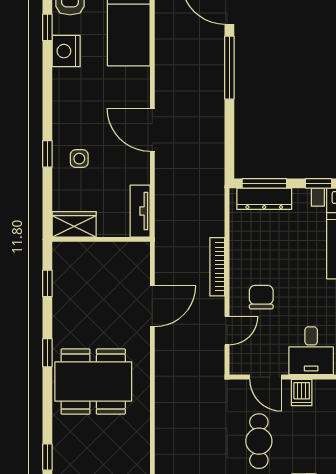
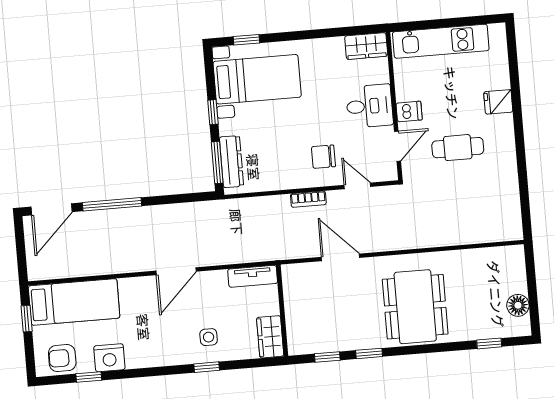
bookcase: (217, 267) -> (308, 199), width x0.64
window: (47, 353) -> (369, 353), moved

